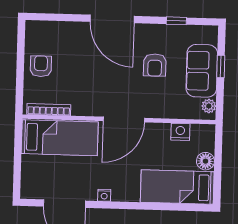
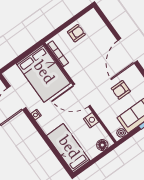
nightstand: (180, 132) -> (91, 120), moved
bed: (60, 138) -> (43, 73), width x1.50
floor lamp: (205, 161) -> (102, 145), moved

